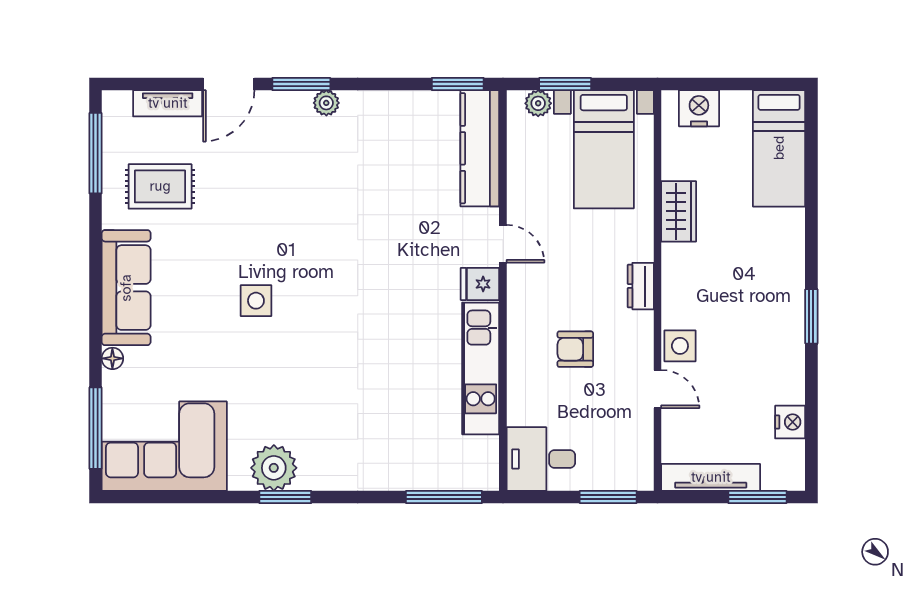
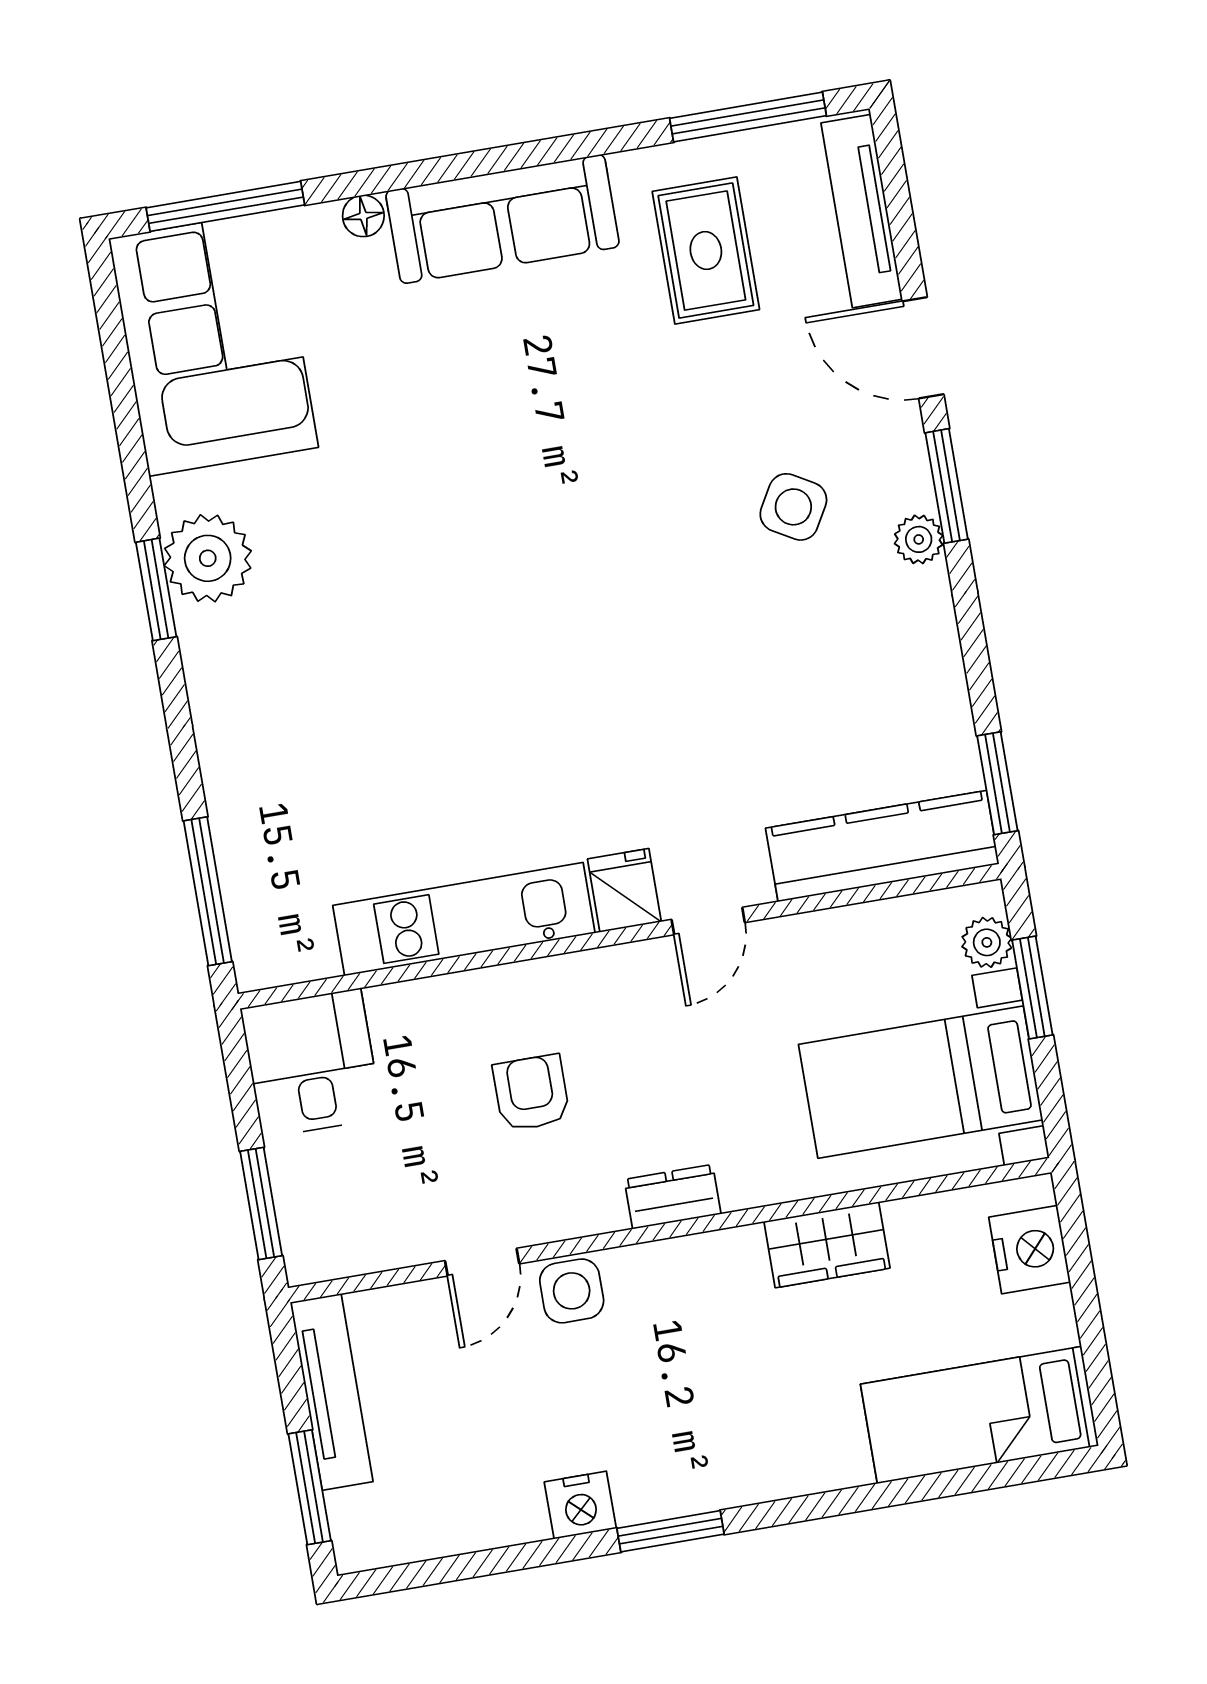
tv unit: (168, 103) -> (862, 211), width x1.41
side table: (256, 301) -> (793, 507), moved, turned 30
nightstand: (790, 422) -> (580, 1505), moved

